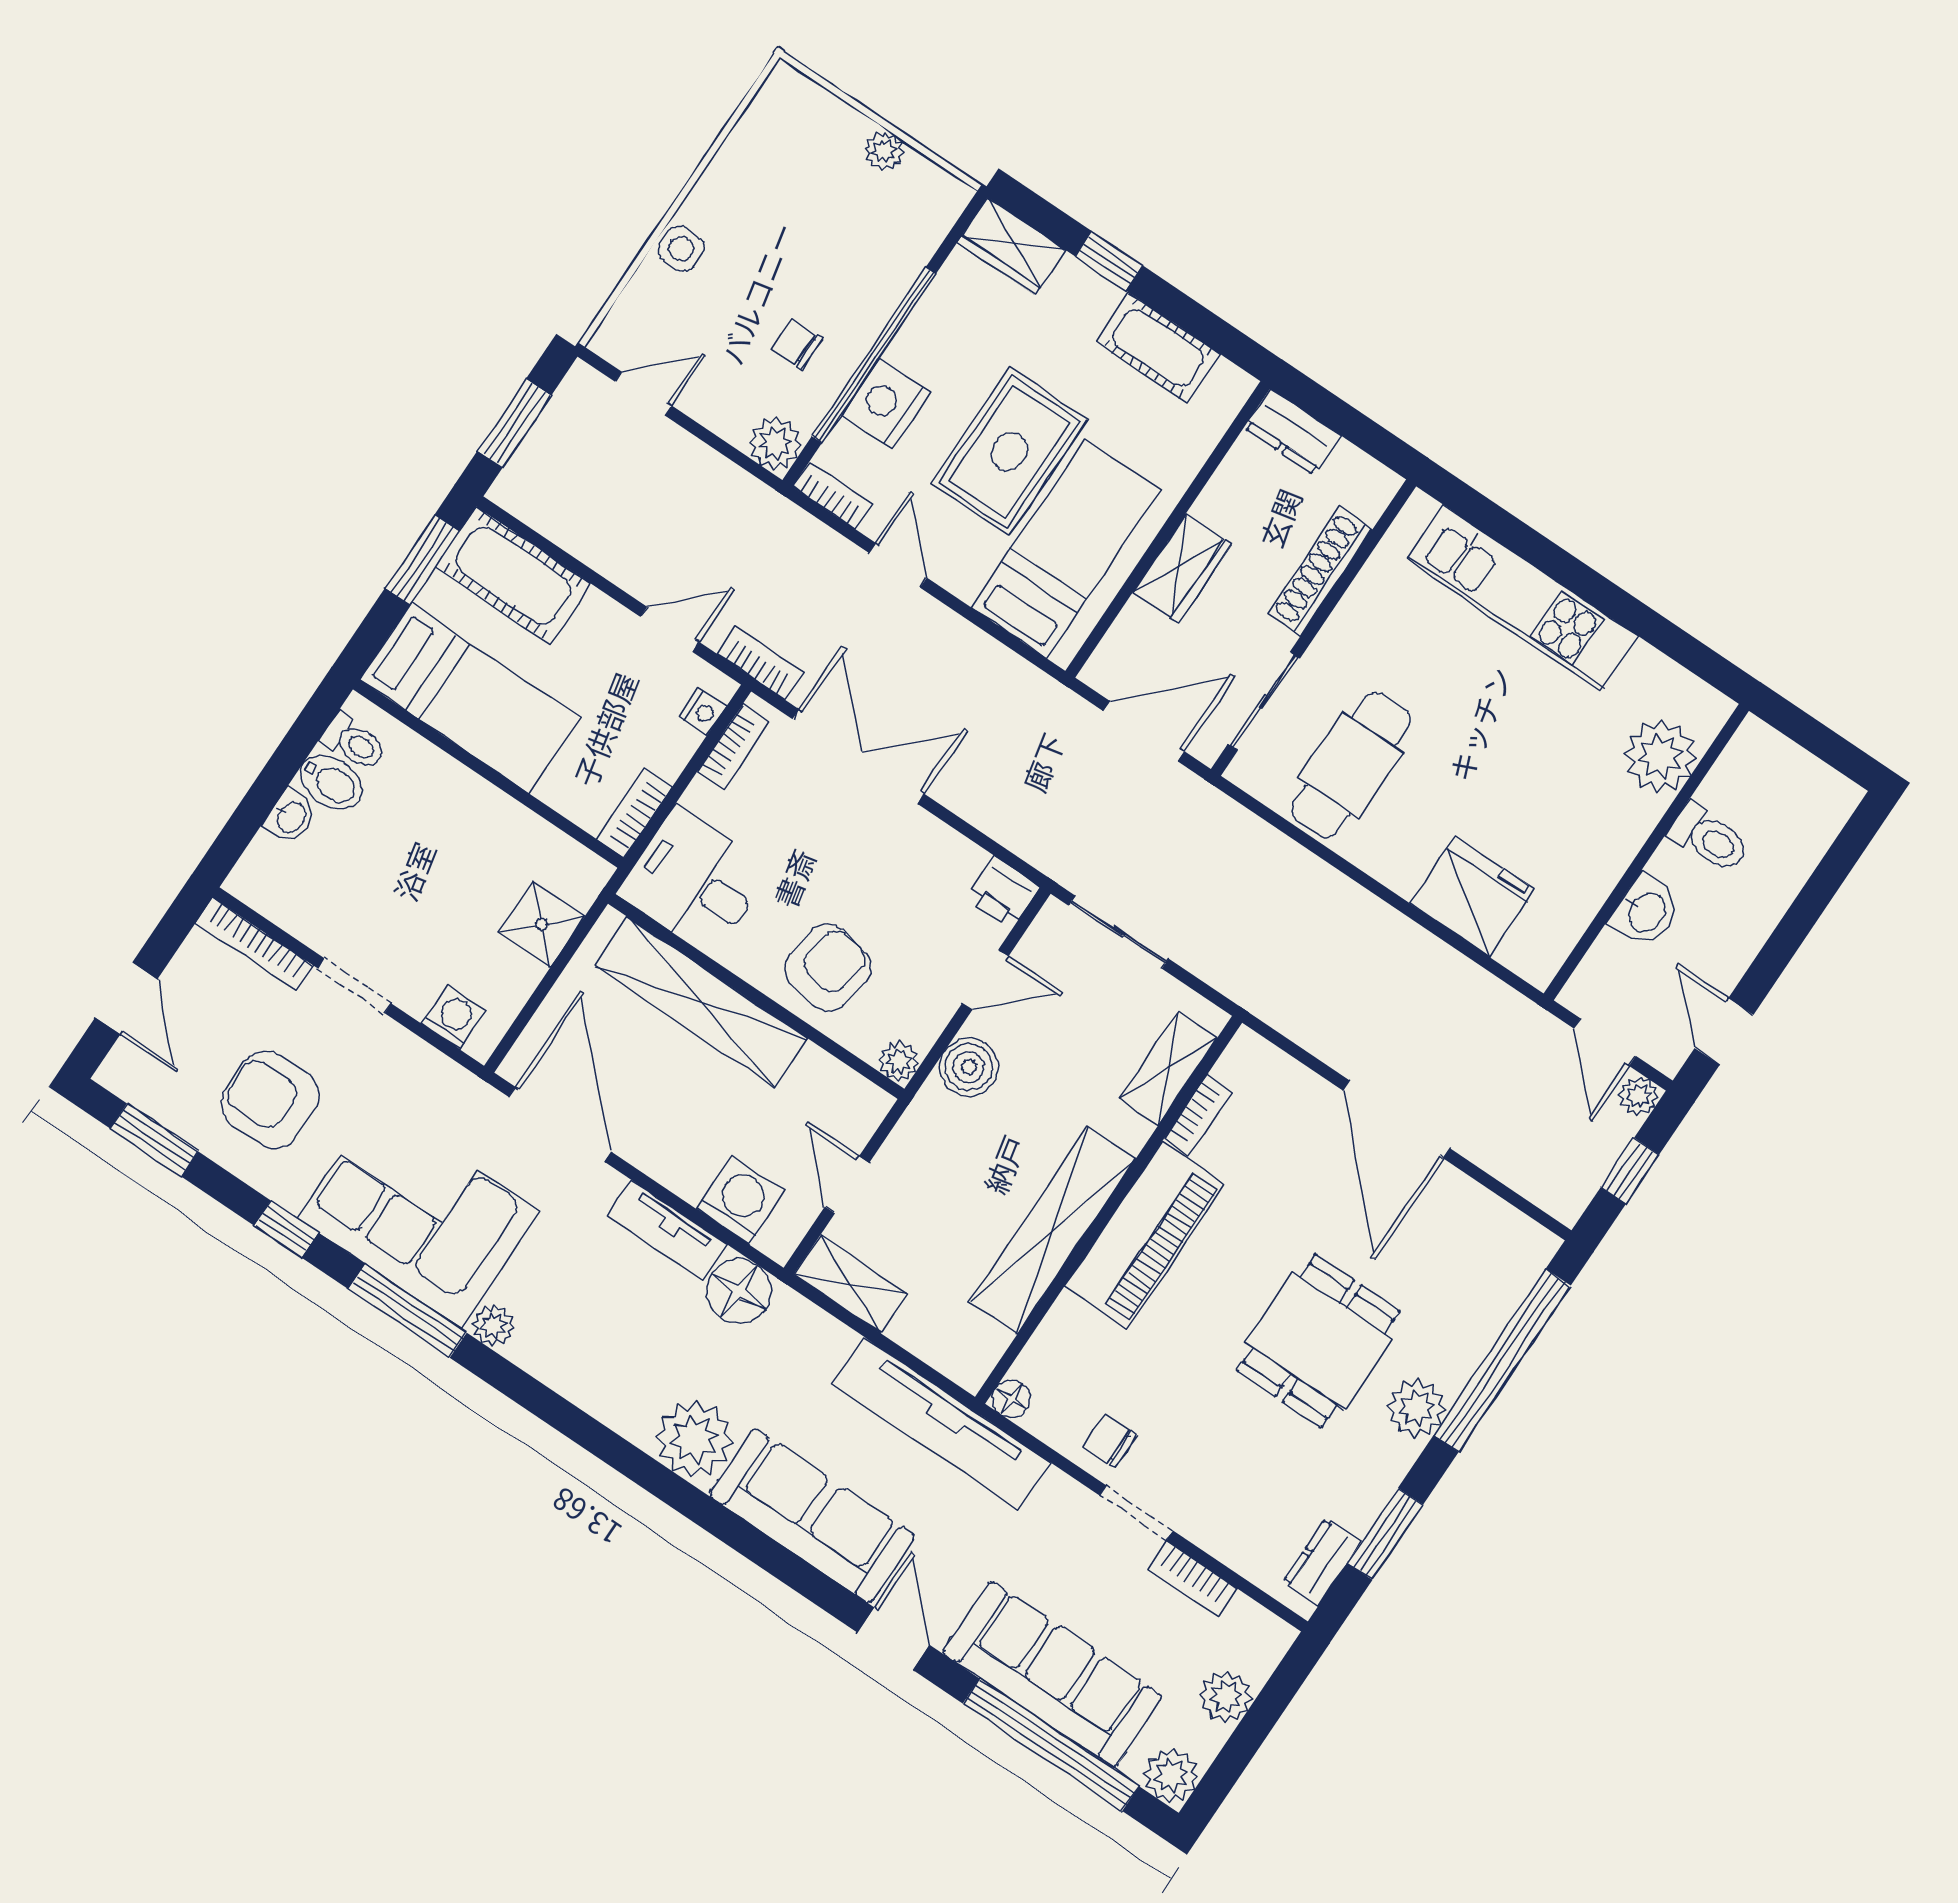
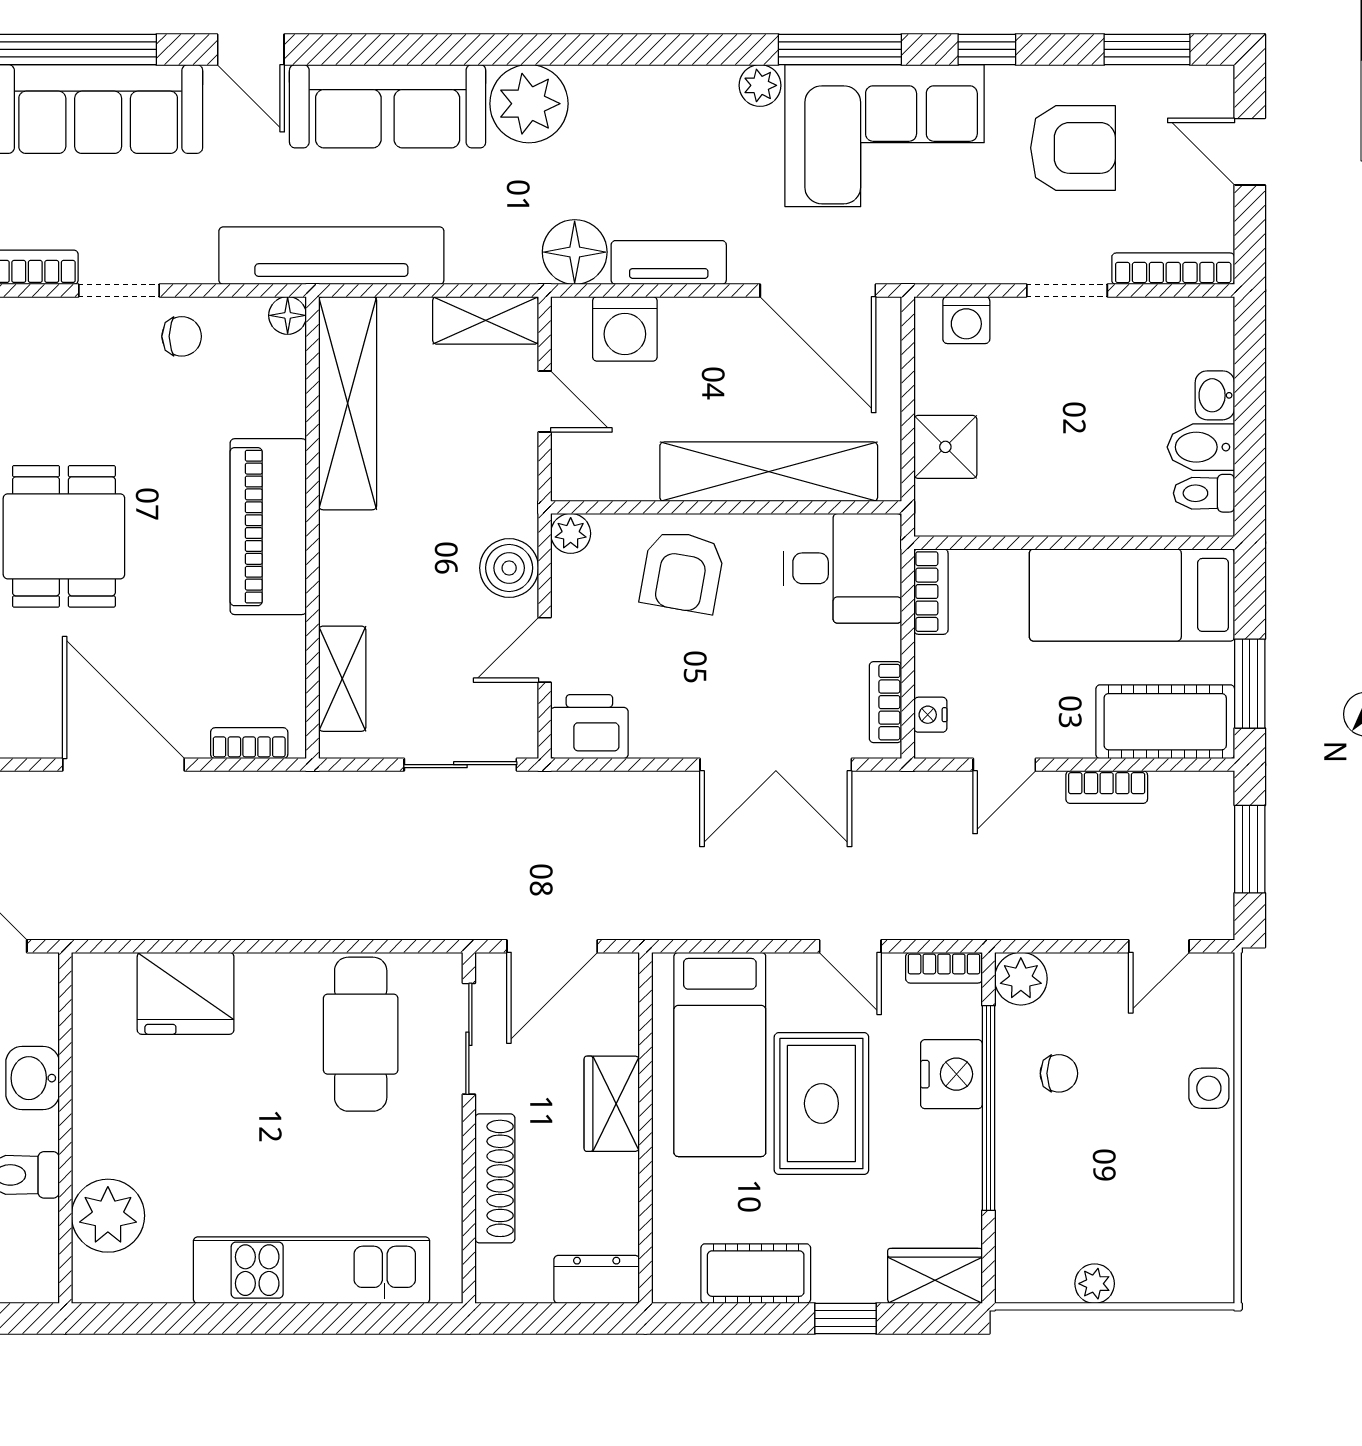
bookcase: (760, 663) -> (1107, 787), moved
printer: (1003, 892) -> (589, 727), width x1.36, depth x1.24
bookcase: (1198, 1115) -> (249, 743), moved, turned 90
shelving: (1052, 1230) -> (348, 403), moved

